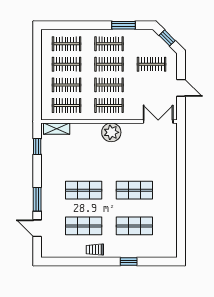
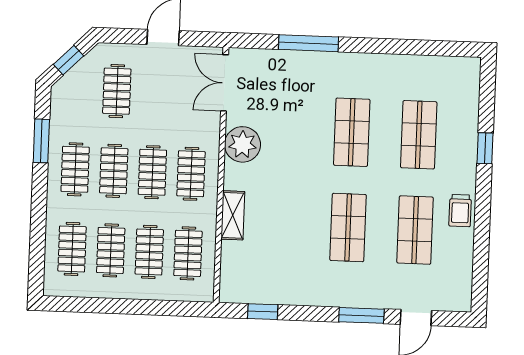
shelving: (57, 129) -> (233, 215), moved
plant: (111, 132) -> (242, 144), moved
window: (181, 165) -> (309, 43), added

